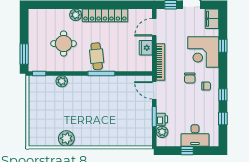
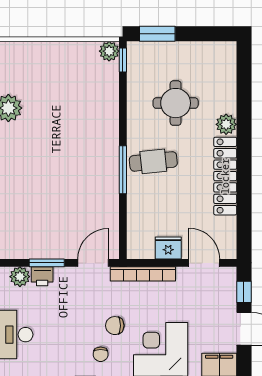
plant: (62, 81) -> (109, 51), moved

